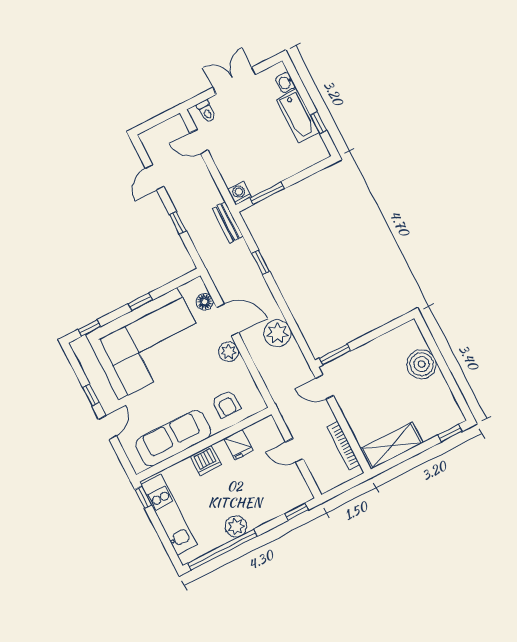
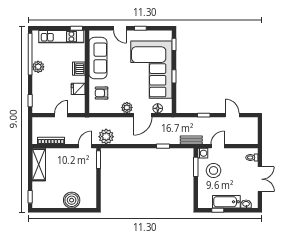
door: (199, 142) -> (218, 146), moved
stool: (258, 162) -> (214, 170), added
plant: (277, 333) -> (106, 137), moved

